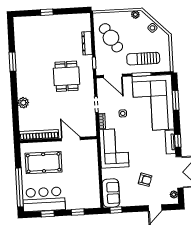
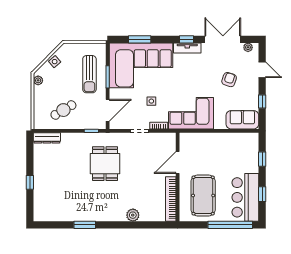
cafe table: (111, 38) -> (63, 110), width x0.73, depth x0.74
dresser: (87, 43) -> (47, 138), moved
dining table: (67, 76) -> (105, 164), turned 90
window: (116, 210) -> (262, 102), moved

